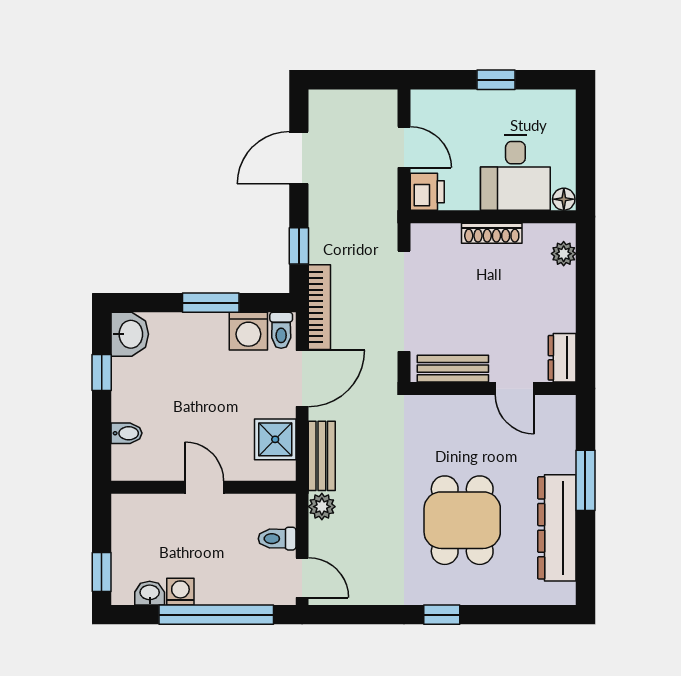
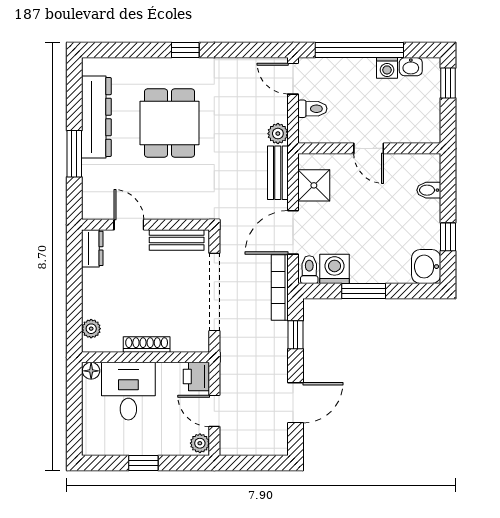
plant: (423, 105) -> (200, 443), added

